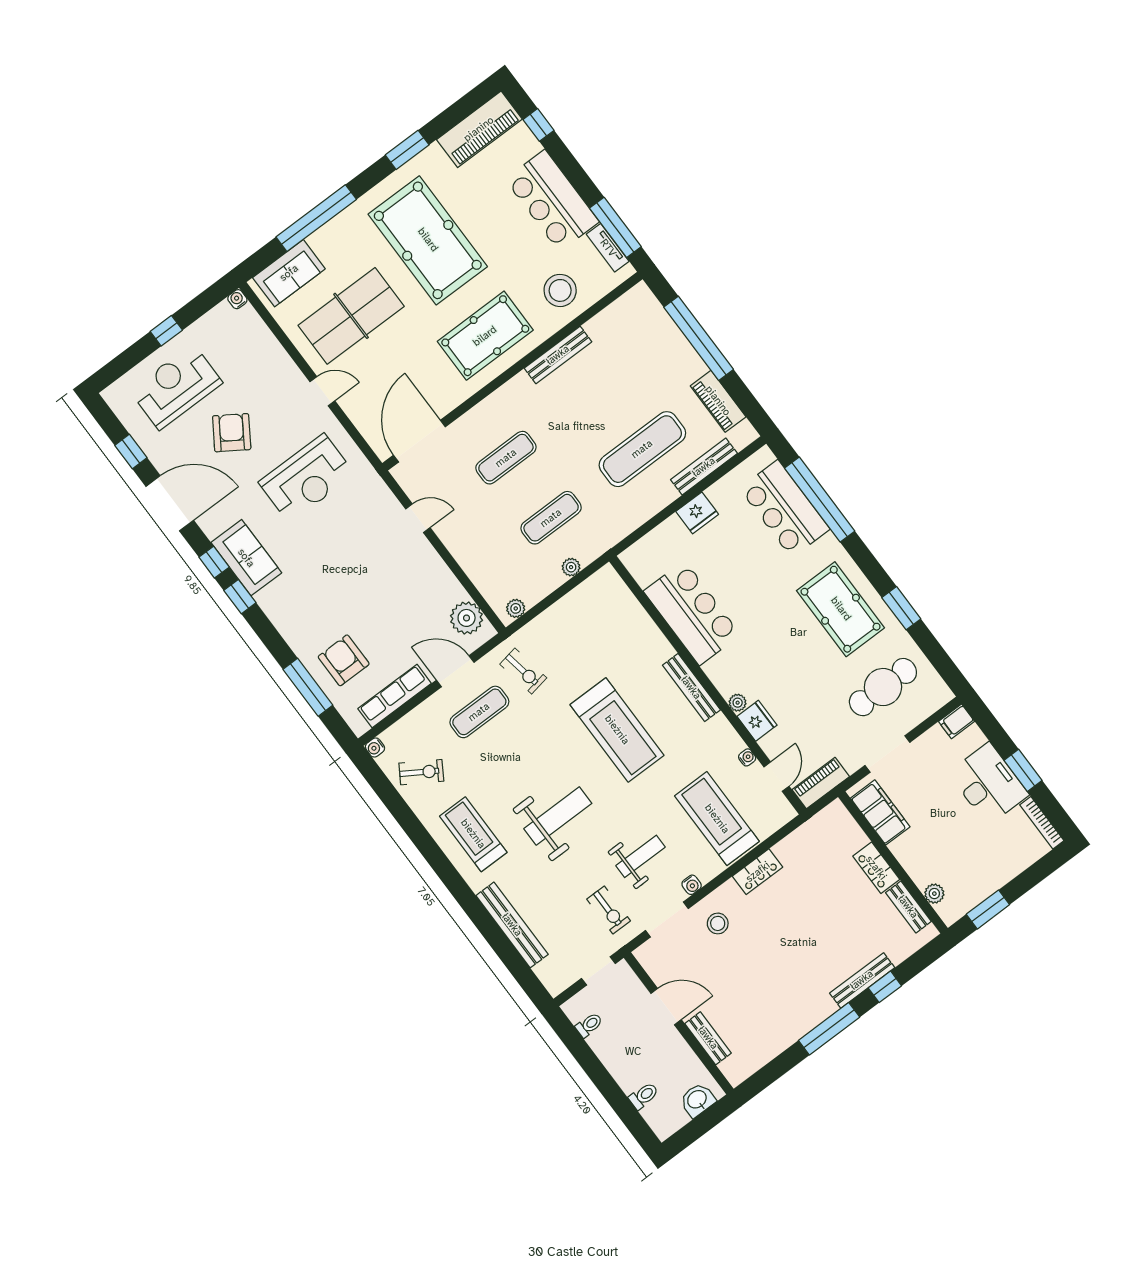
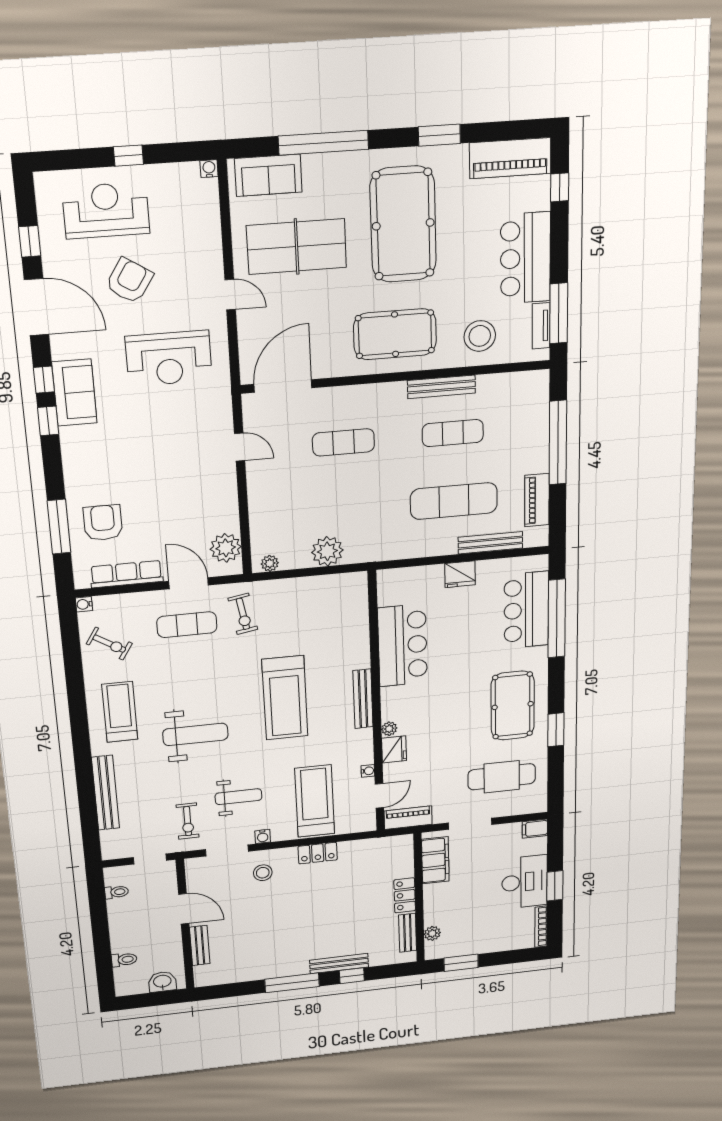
exercise mat: (551, 518) -> (453, 433), moved
plant: (571, 567) -> (327, 551), width x1.88, depth x1.88

